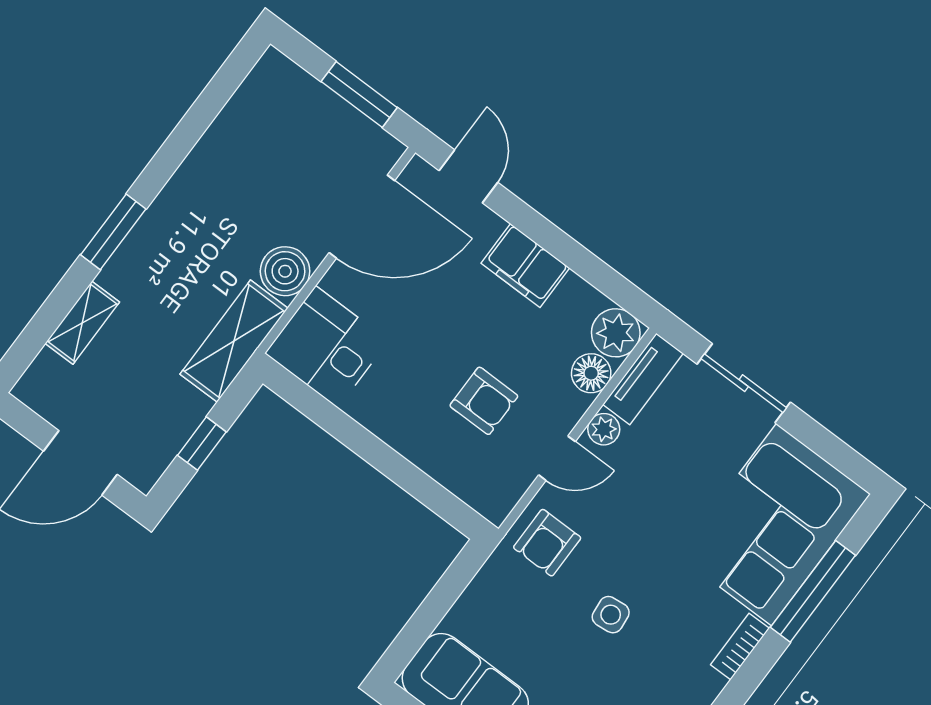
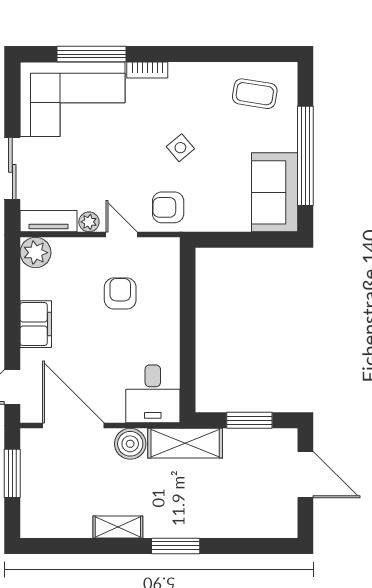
shelving: (82, 323) -> (118, 527), moved
floor lamp: (591, 373) -> (65, 250), removed
window: (202, 444) -> (249, 420), width x1.50
armchair: (547, 543) -> (168, 207), turned 180
side table: (611, 615) -> (180, 148), turned -34

